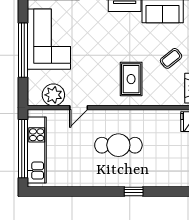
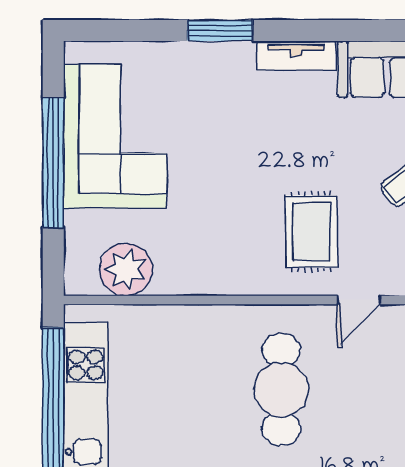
door: (79, 108) -> (359, 300), moved
cafe table: (118, 145) -> (281, 390), turned 90

